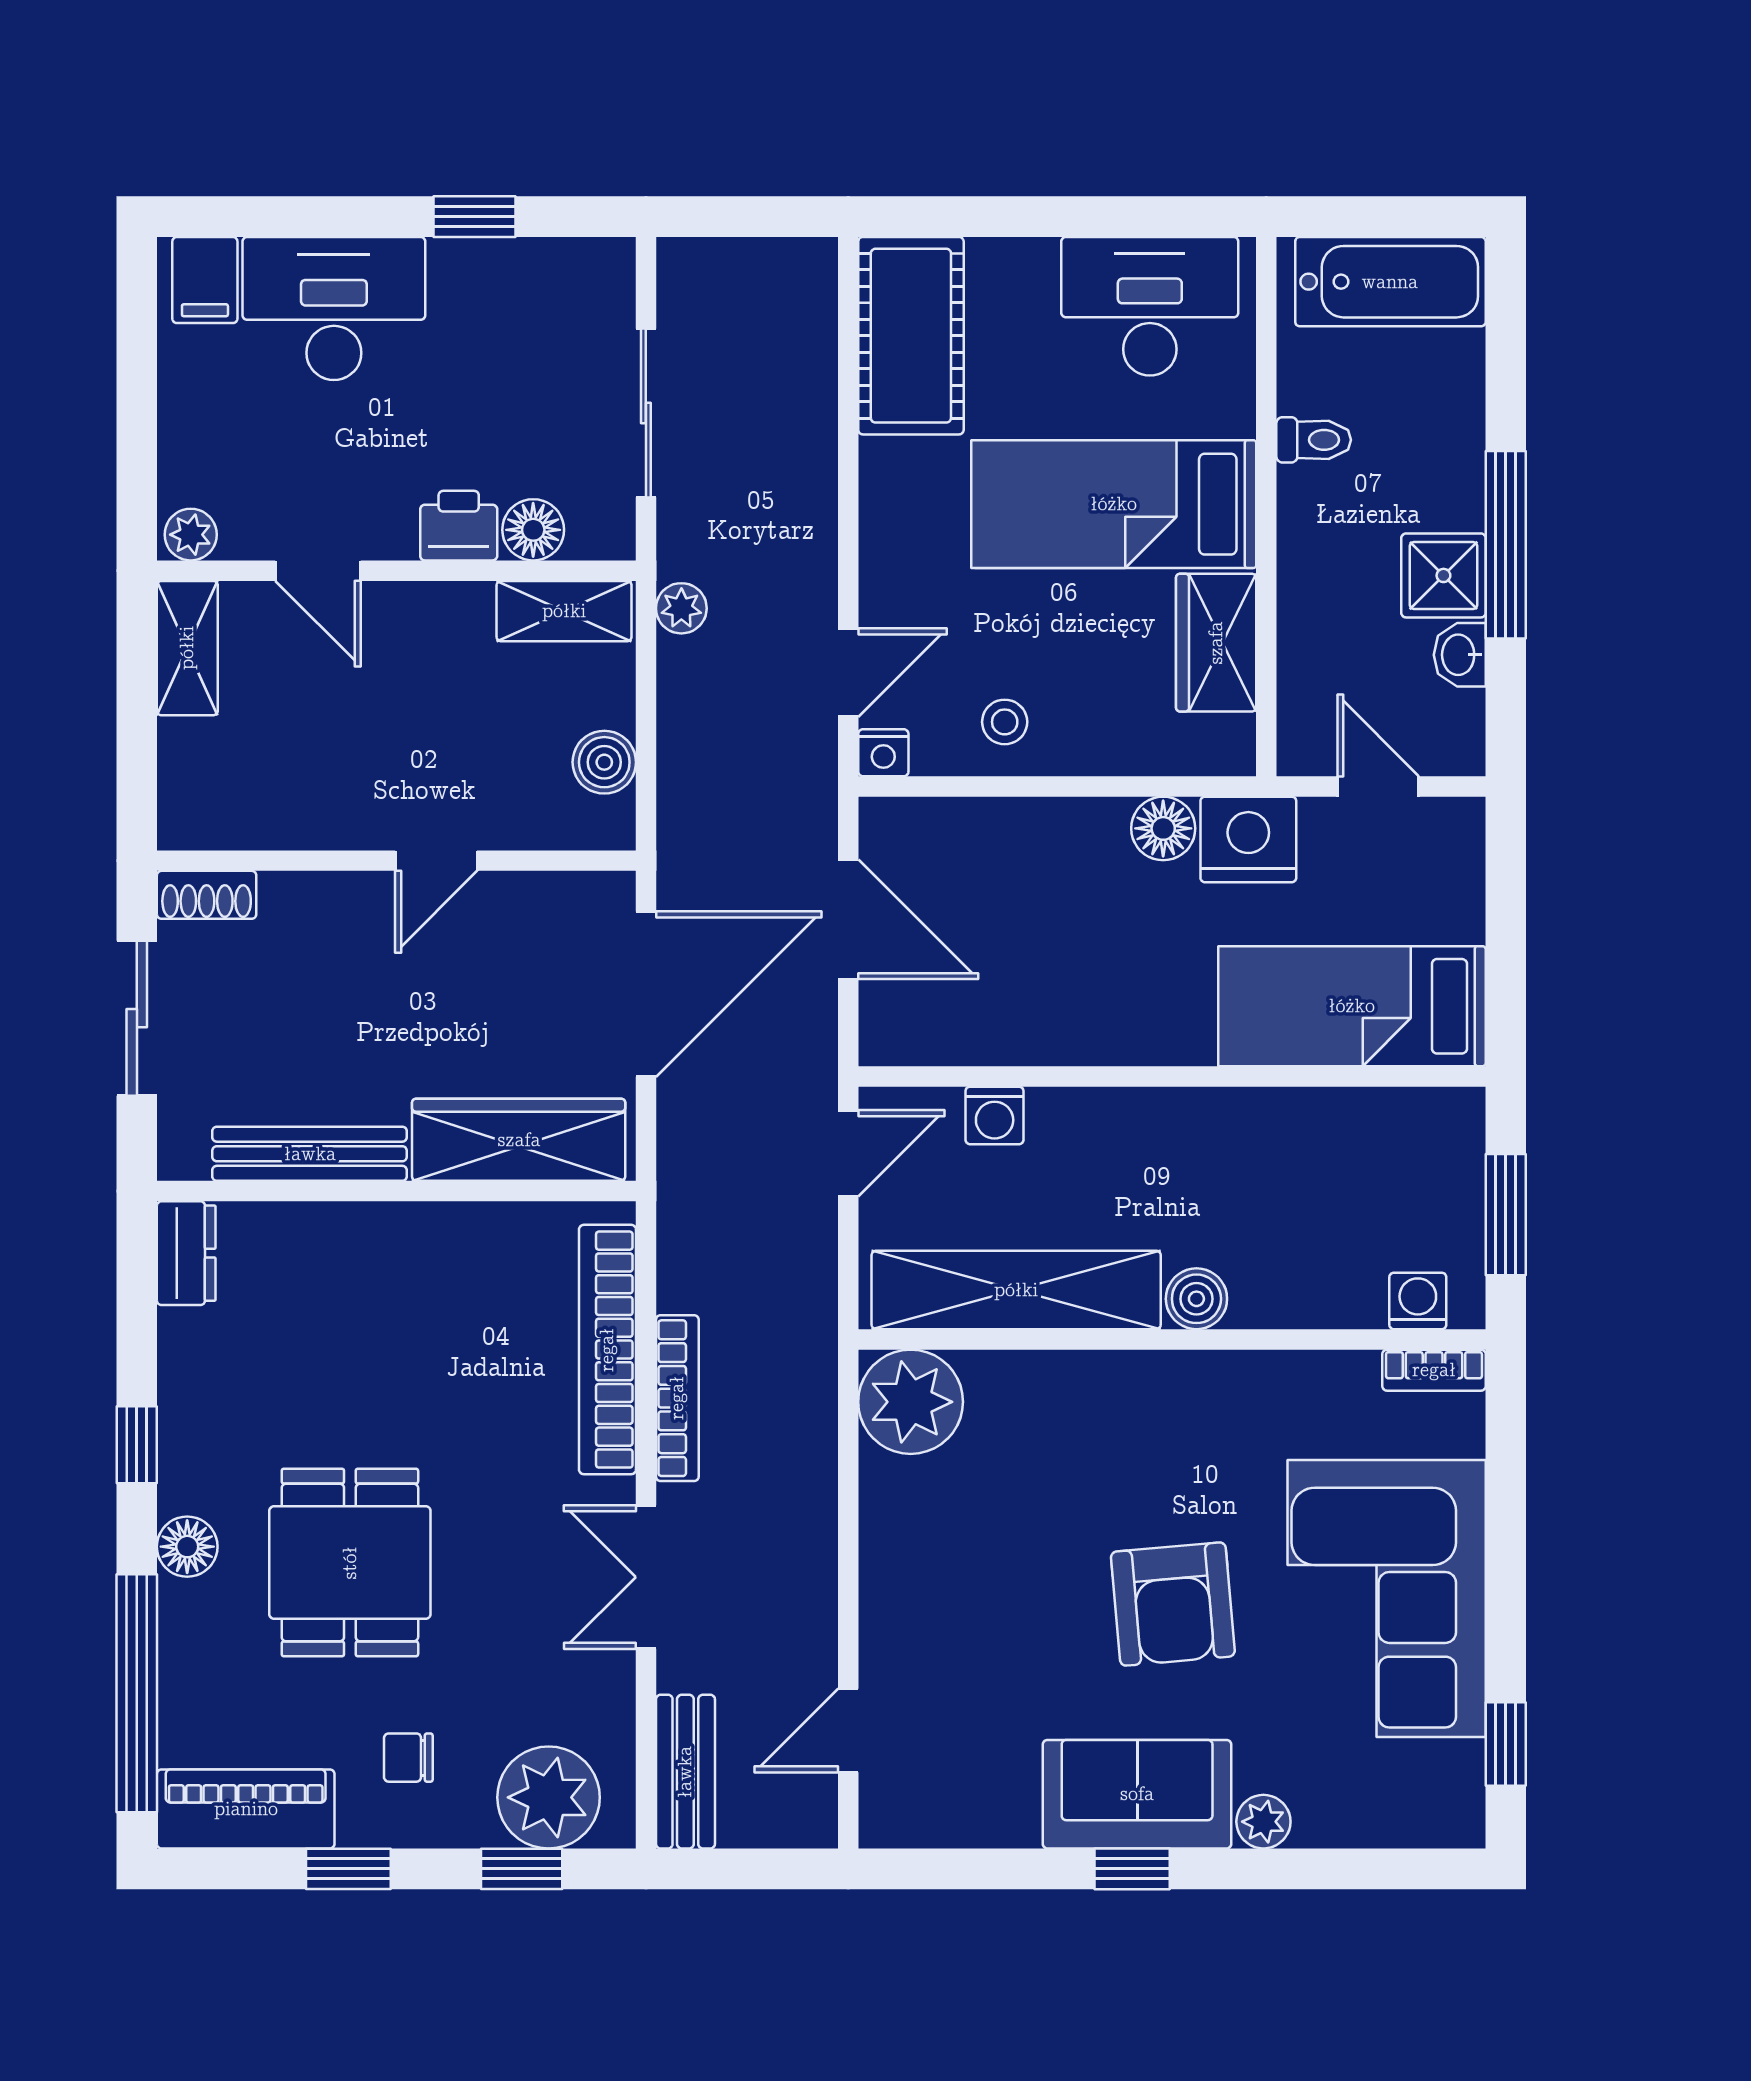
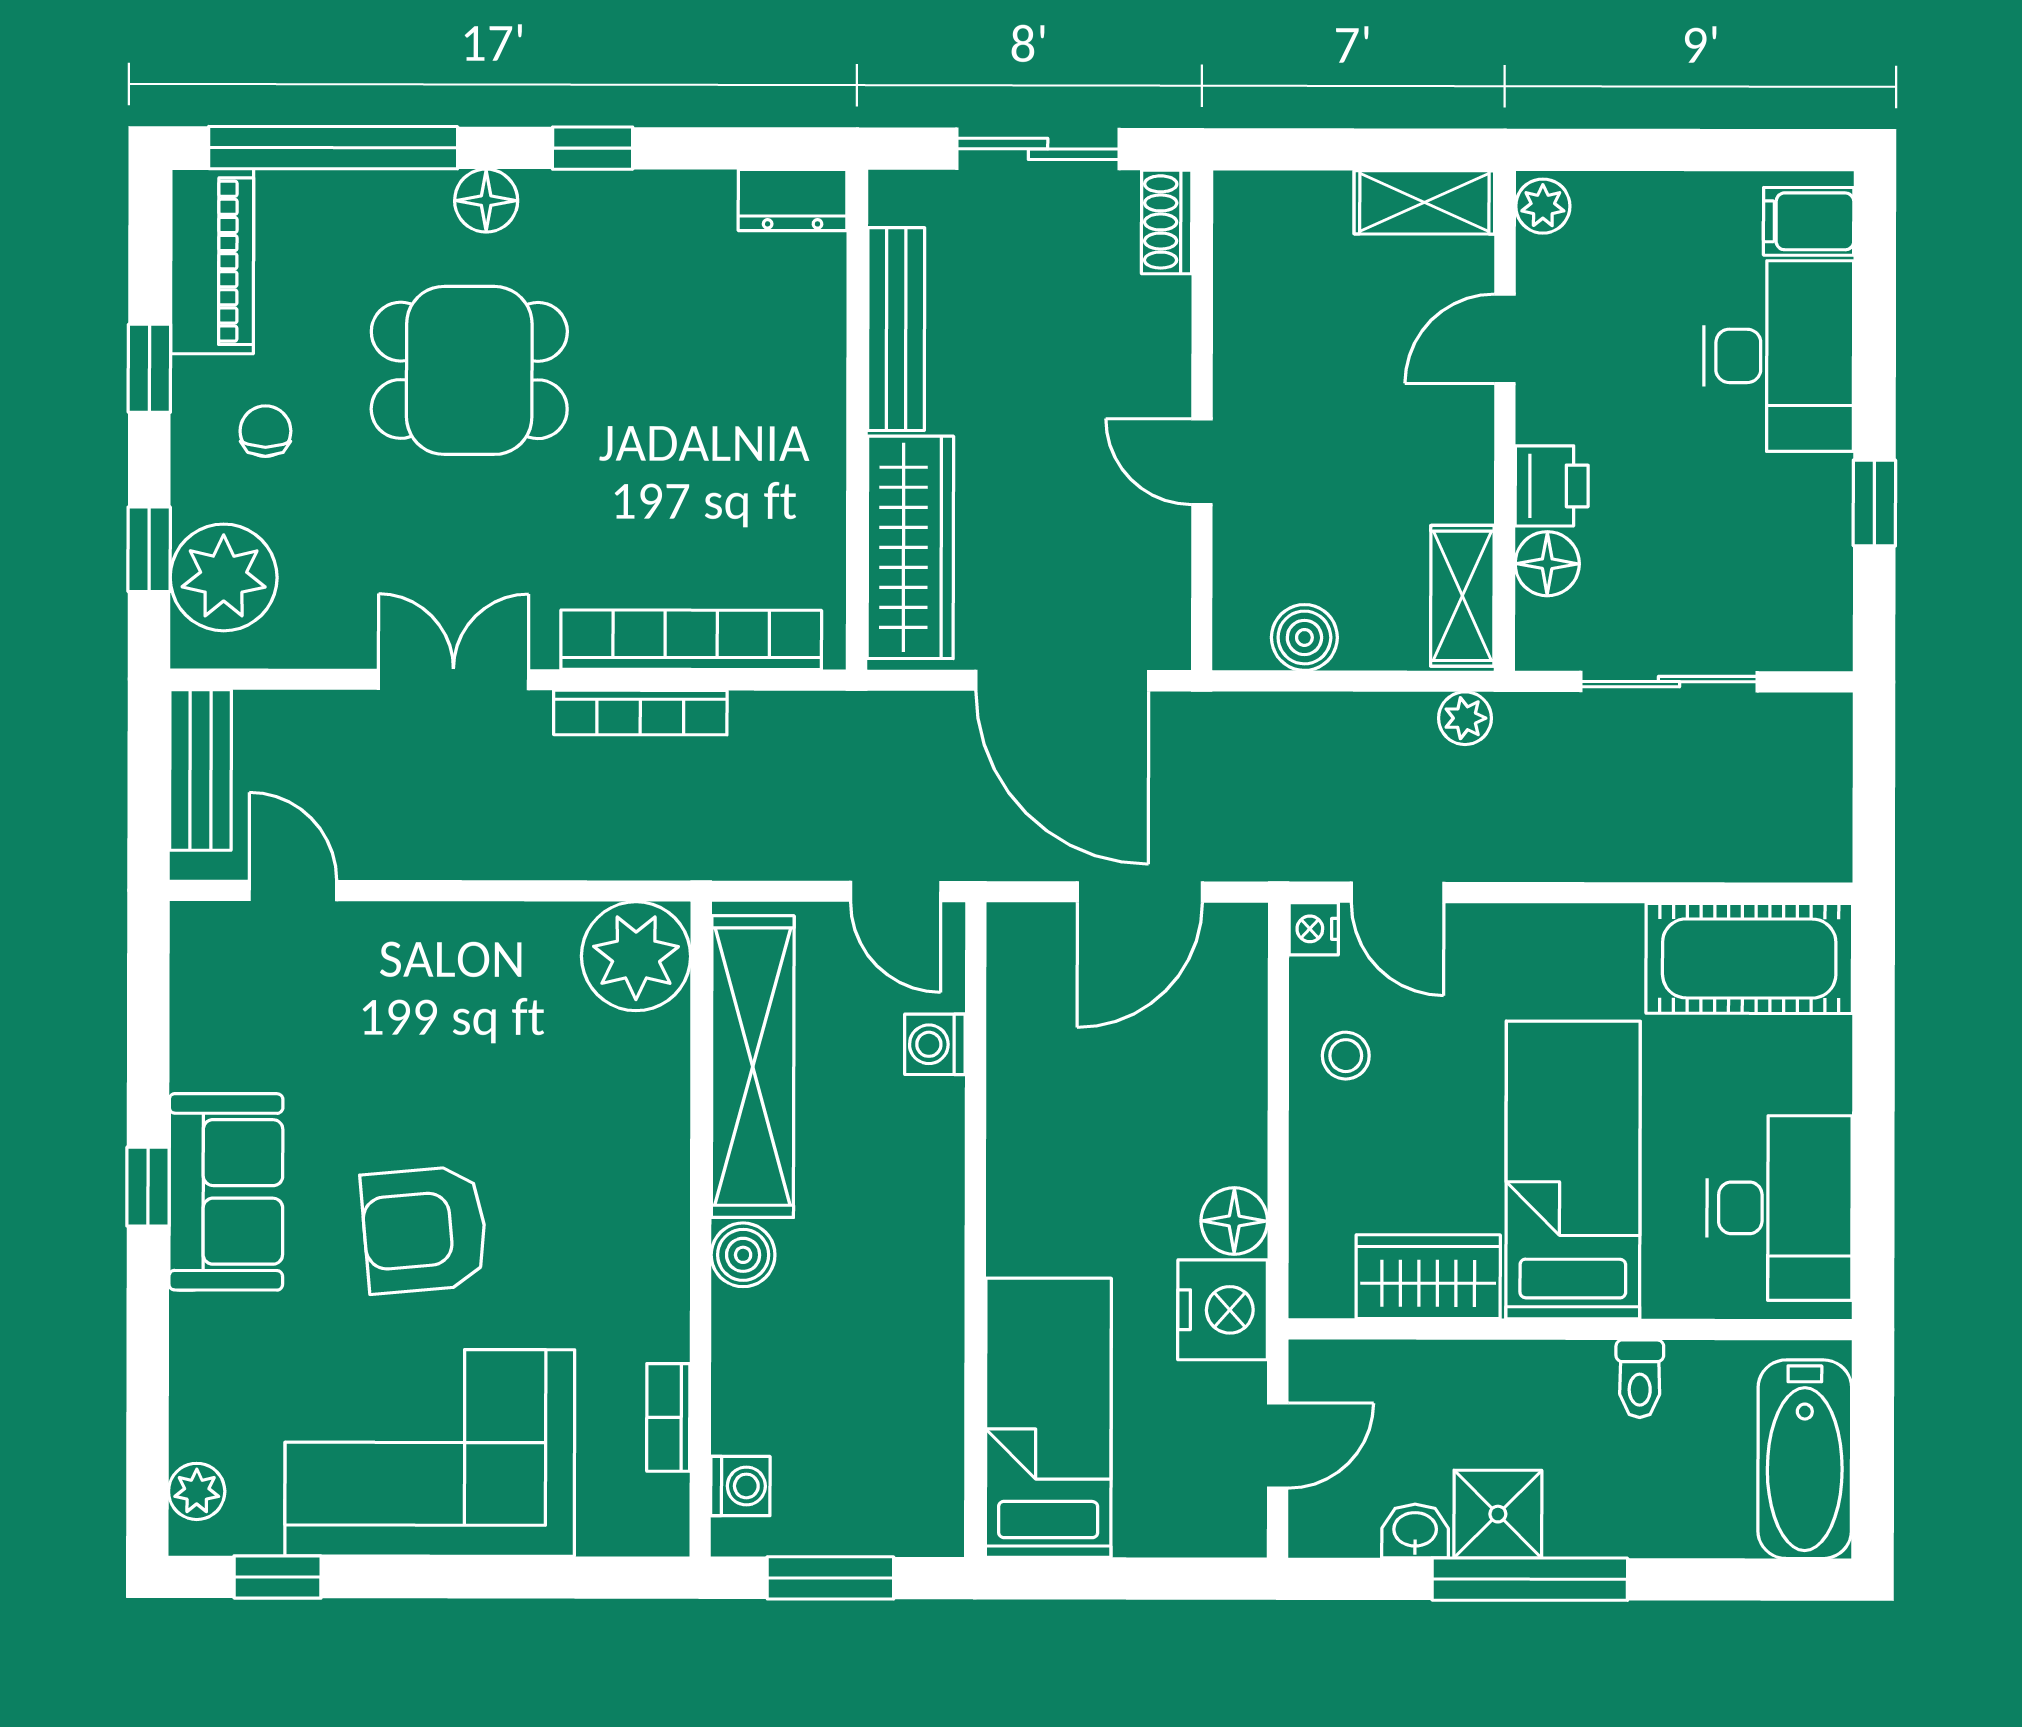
bookcase: (1434, 1370) -> (668, 1417), moved
bench: (685, 1772) -> (201, 770), moved, turned 90
plant: (1263, 1822) -> (197, 1491), moved

